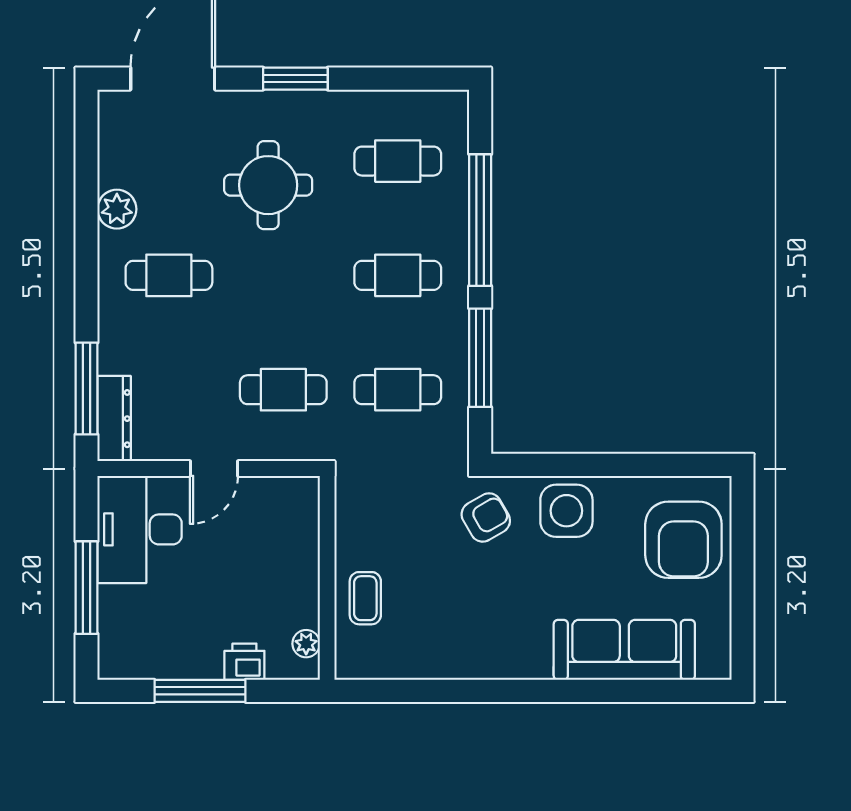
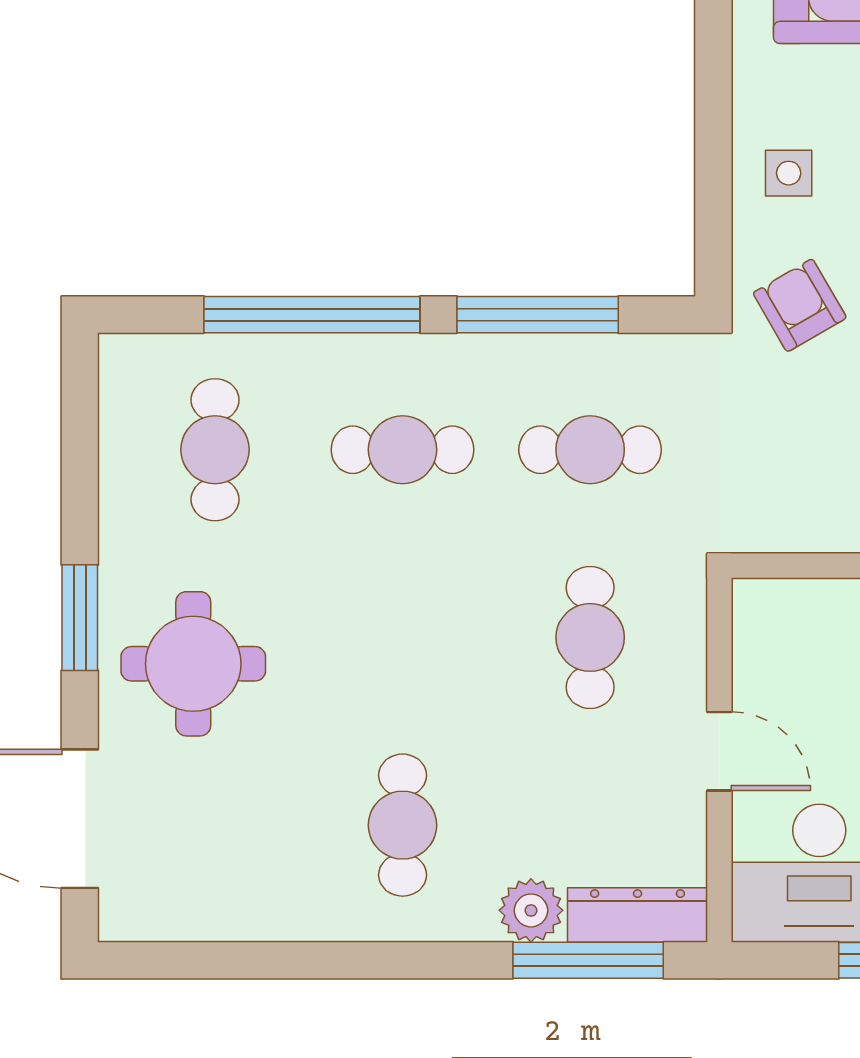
round table: (268, 185) -> (193, 664), moved
plant: (117, 209) -> (531, 910), moved
cafe table: (398, 275) -> (403, 450), turned 90
cafe table: (398, 390) -> (590, 450), turned 90
side table: (566, 511) -> (789, 173), width x0.54, depth x0.54

